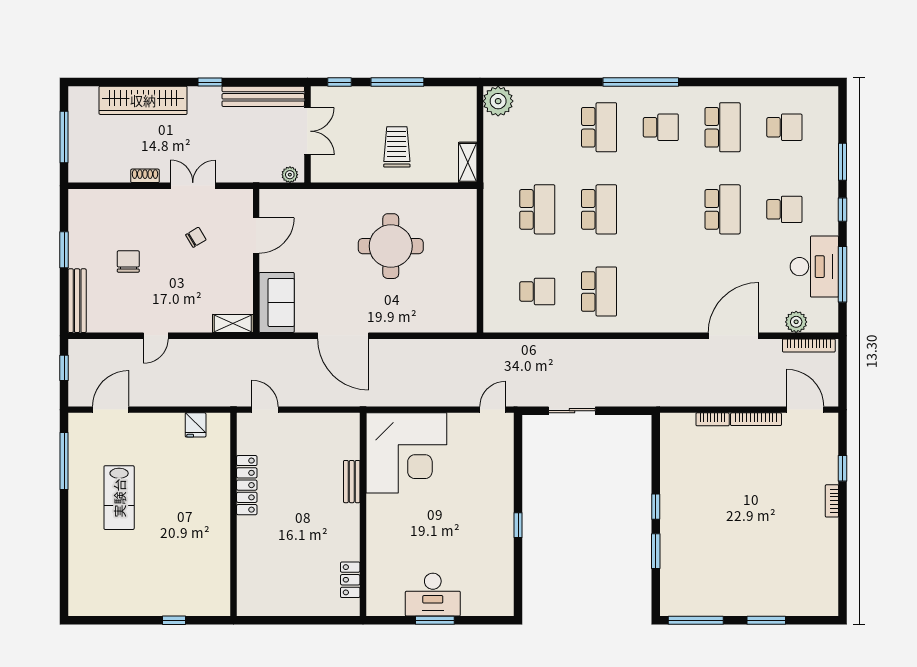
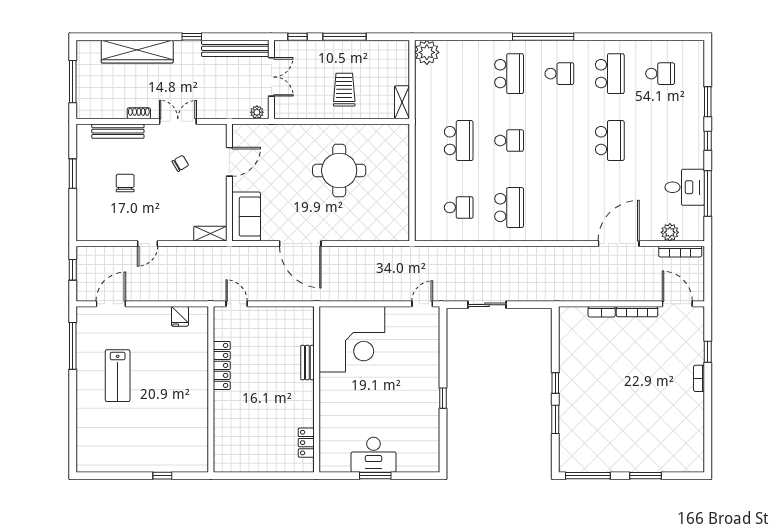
school desk: (599, 209) -> (509, 141), width x0.54
school desk: (784, 209) -> (660, 141), removed
desk: (814, 267) -> (685, 187), width x0.73
bench: (77, 301) -> (118, 131), moved, turned 90

